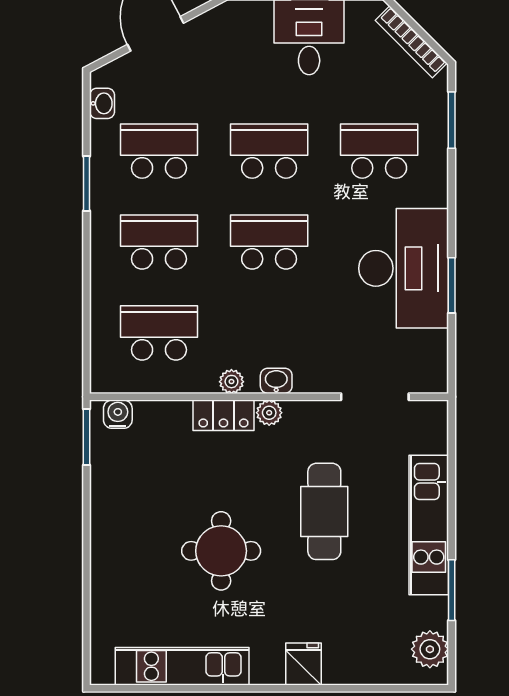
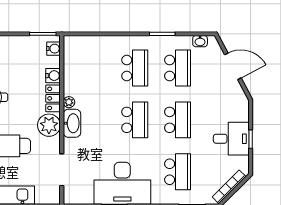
school desk: (159, 333) -> (92, 68), removed
washbasin: (276, 381) -> (72, 123), width x1.91, depth x1.45
plant: (269, 413) -> (49, 125), width x1.87, depth x1.87
water cooler: (175, 415) -> (53, 76), added

